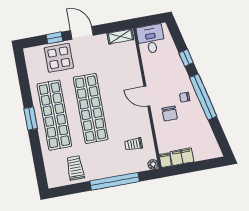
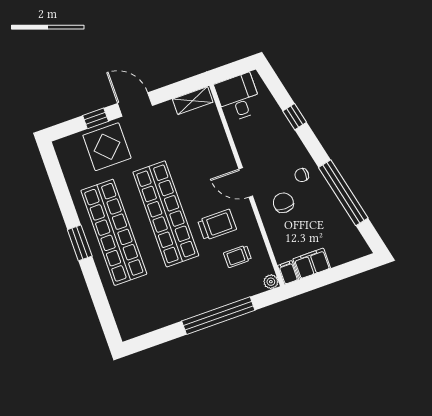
window: (203, 97) -> (343, 193), moved
chair: (170, 114) -> (283, 203), turned 180
trolley: (75, 168) -> (217, 225), moved, turned 90

